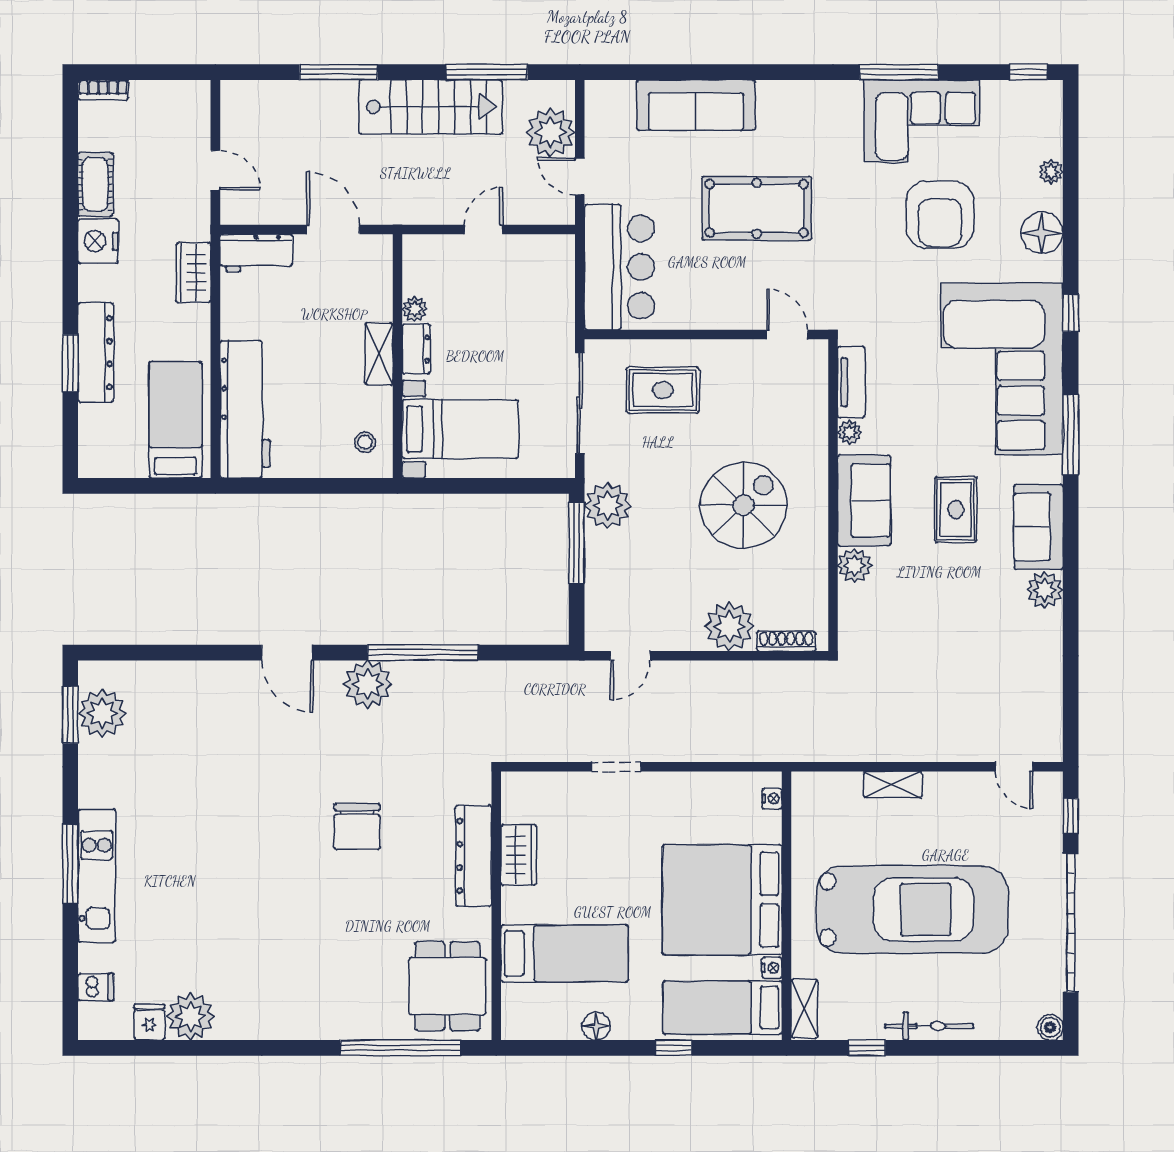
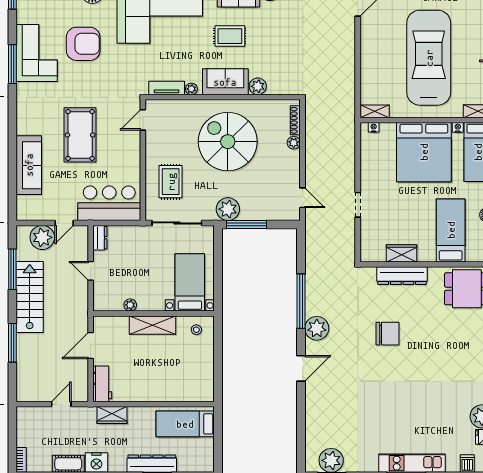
dresser: (416, 349) -> (100, 238), moved, turned 90
shelving: (379, 354) -> (152, 325), width x1.50, depth x1.33
workbench: (245, 409) -> (180, 389), removed
spiral stairs: (743, 505) -> (228, 142), width x1.37, depth x1.37
plant: (730, 626) -> (294, 143), width x0.53, depth x0.53
shelving: (893, 785) -> (375, 111), moved, turned 90

